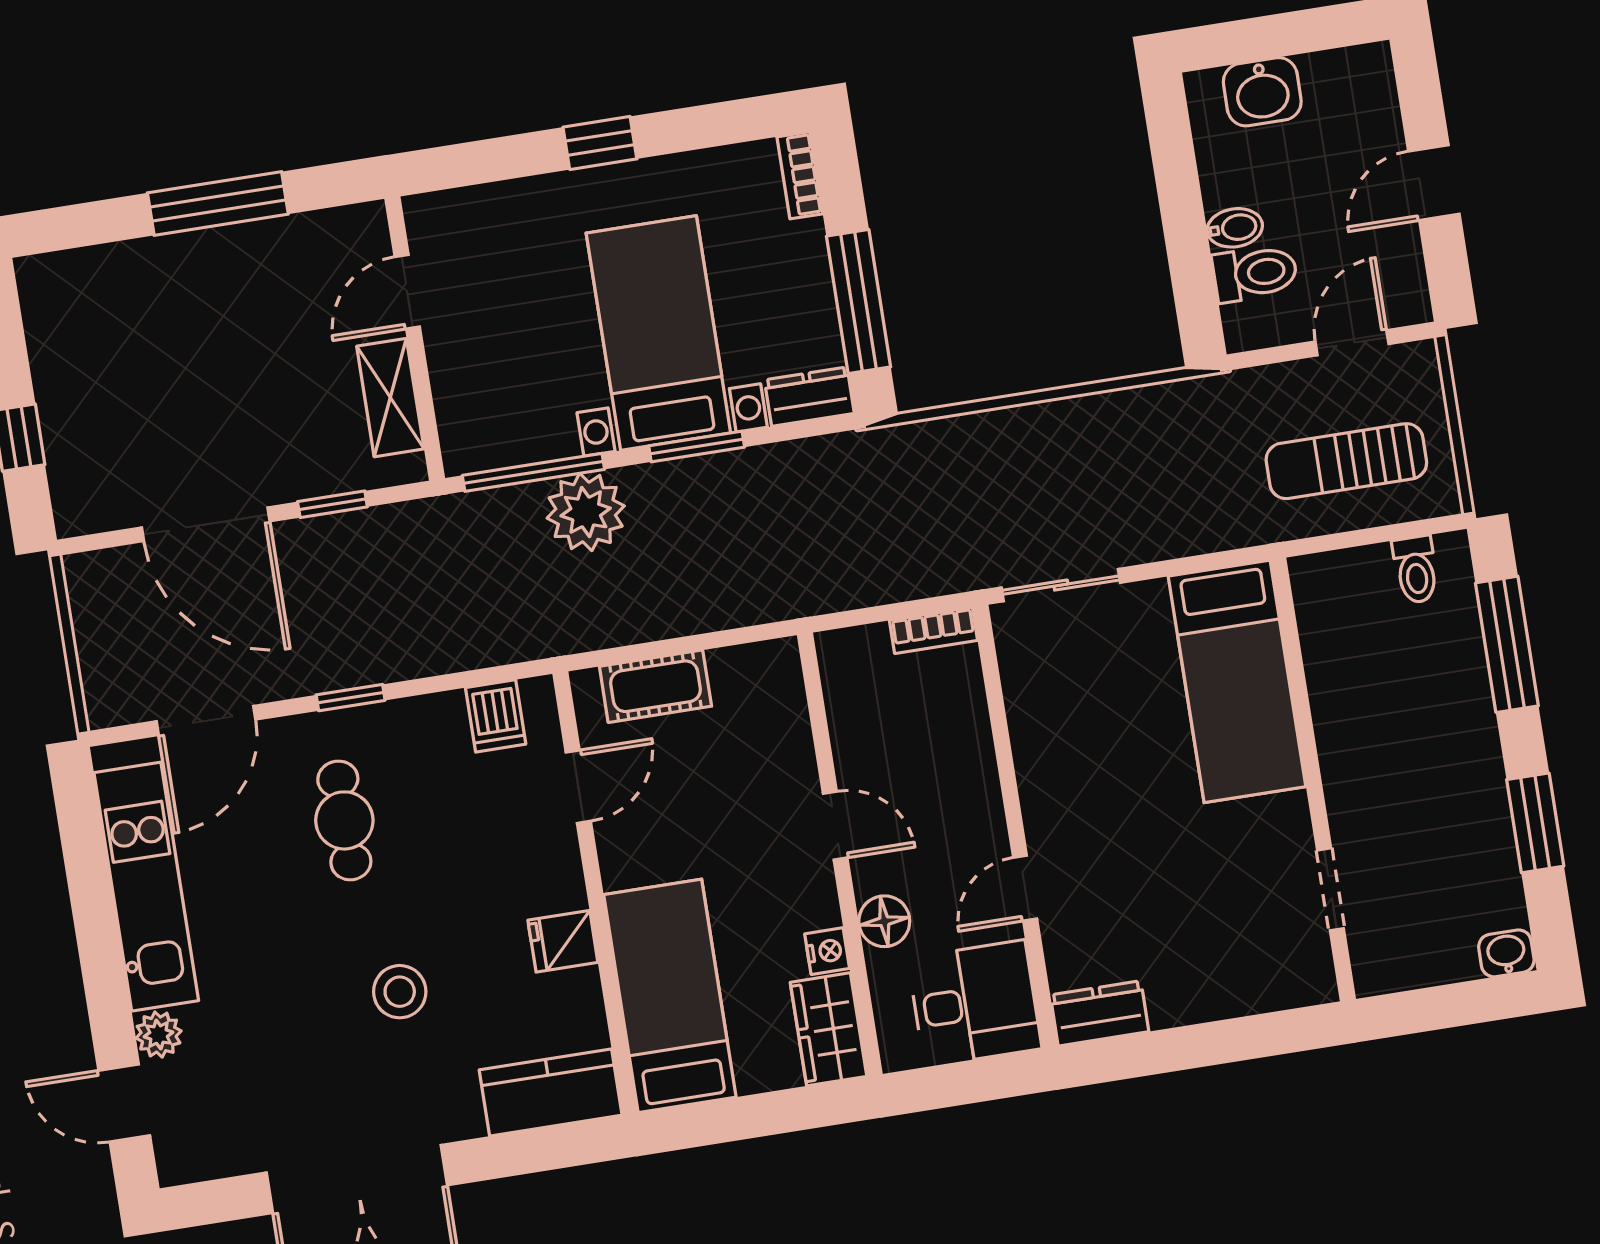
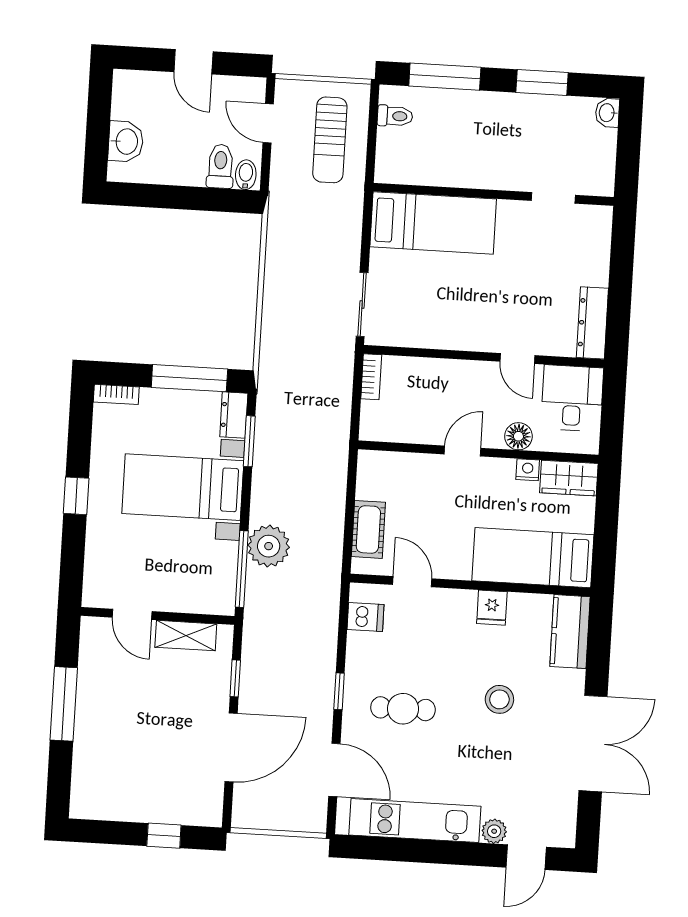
bidet: (1235, 228) -> (246, 175), moved
window: (697, 447) -> (249, 441), moved
dresser: (1100, 1013) -> (592, 323), width x1.44

